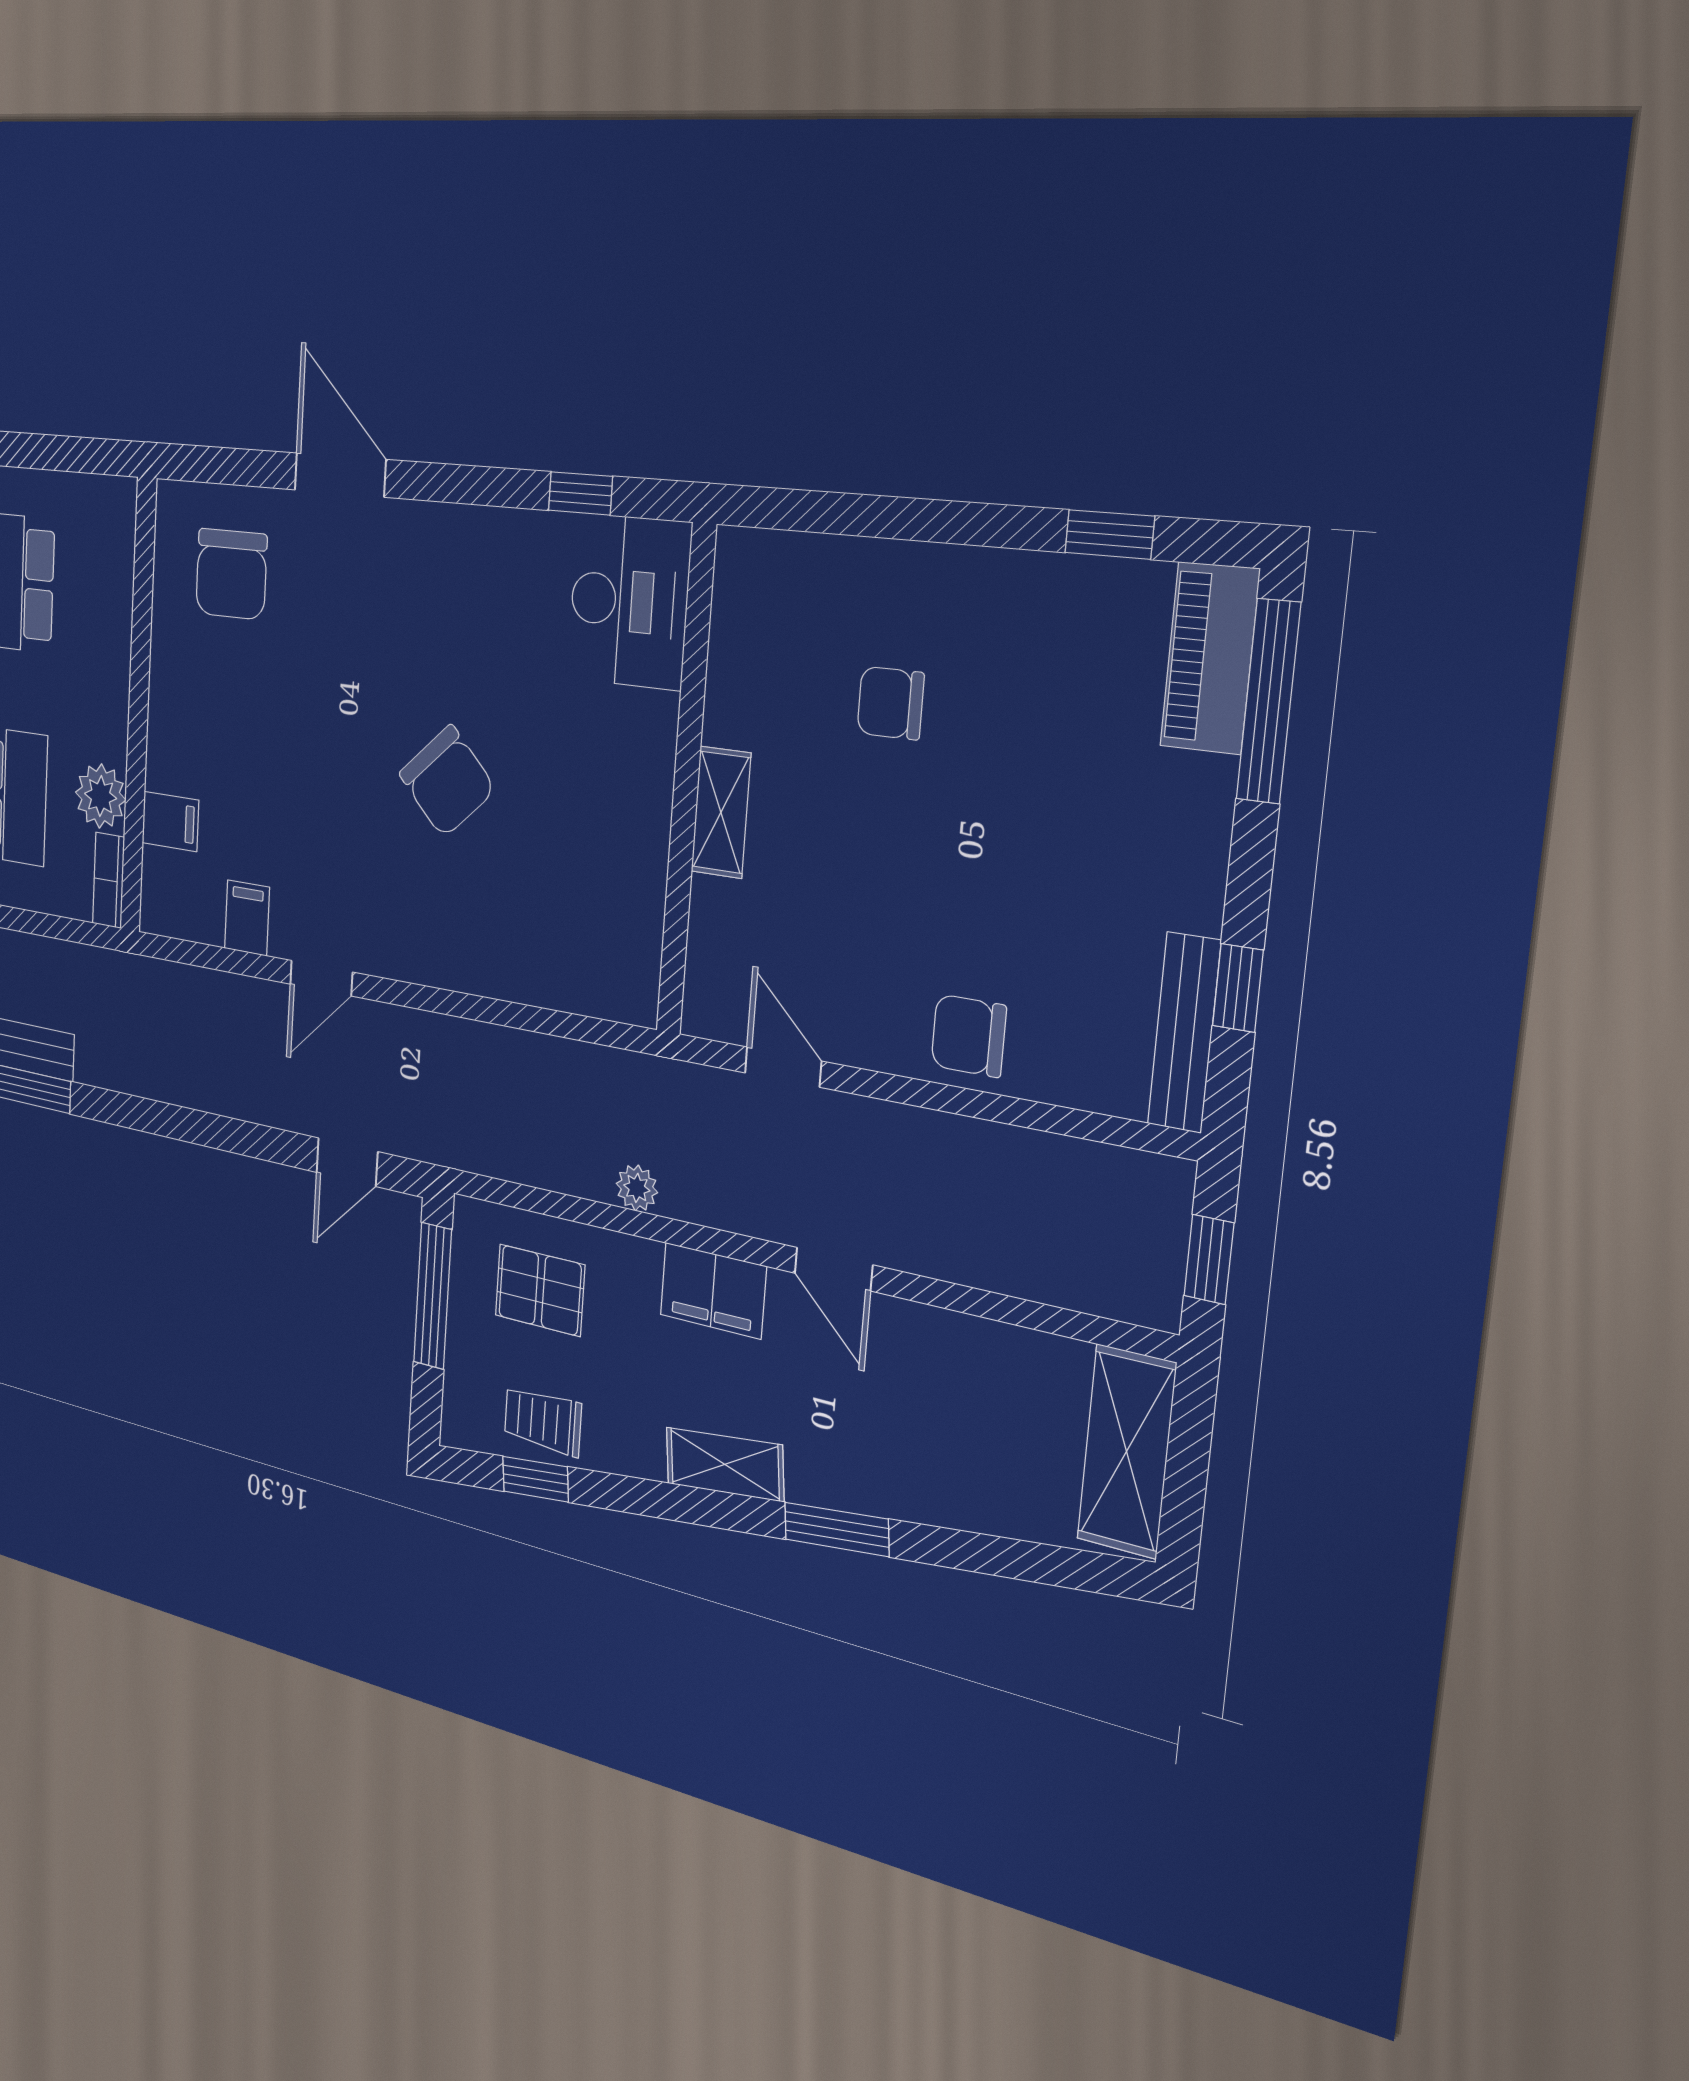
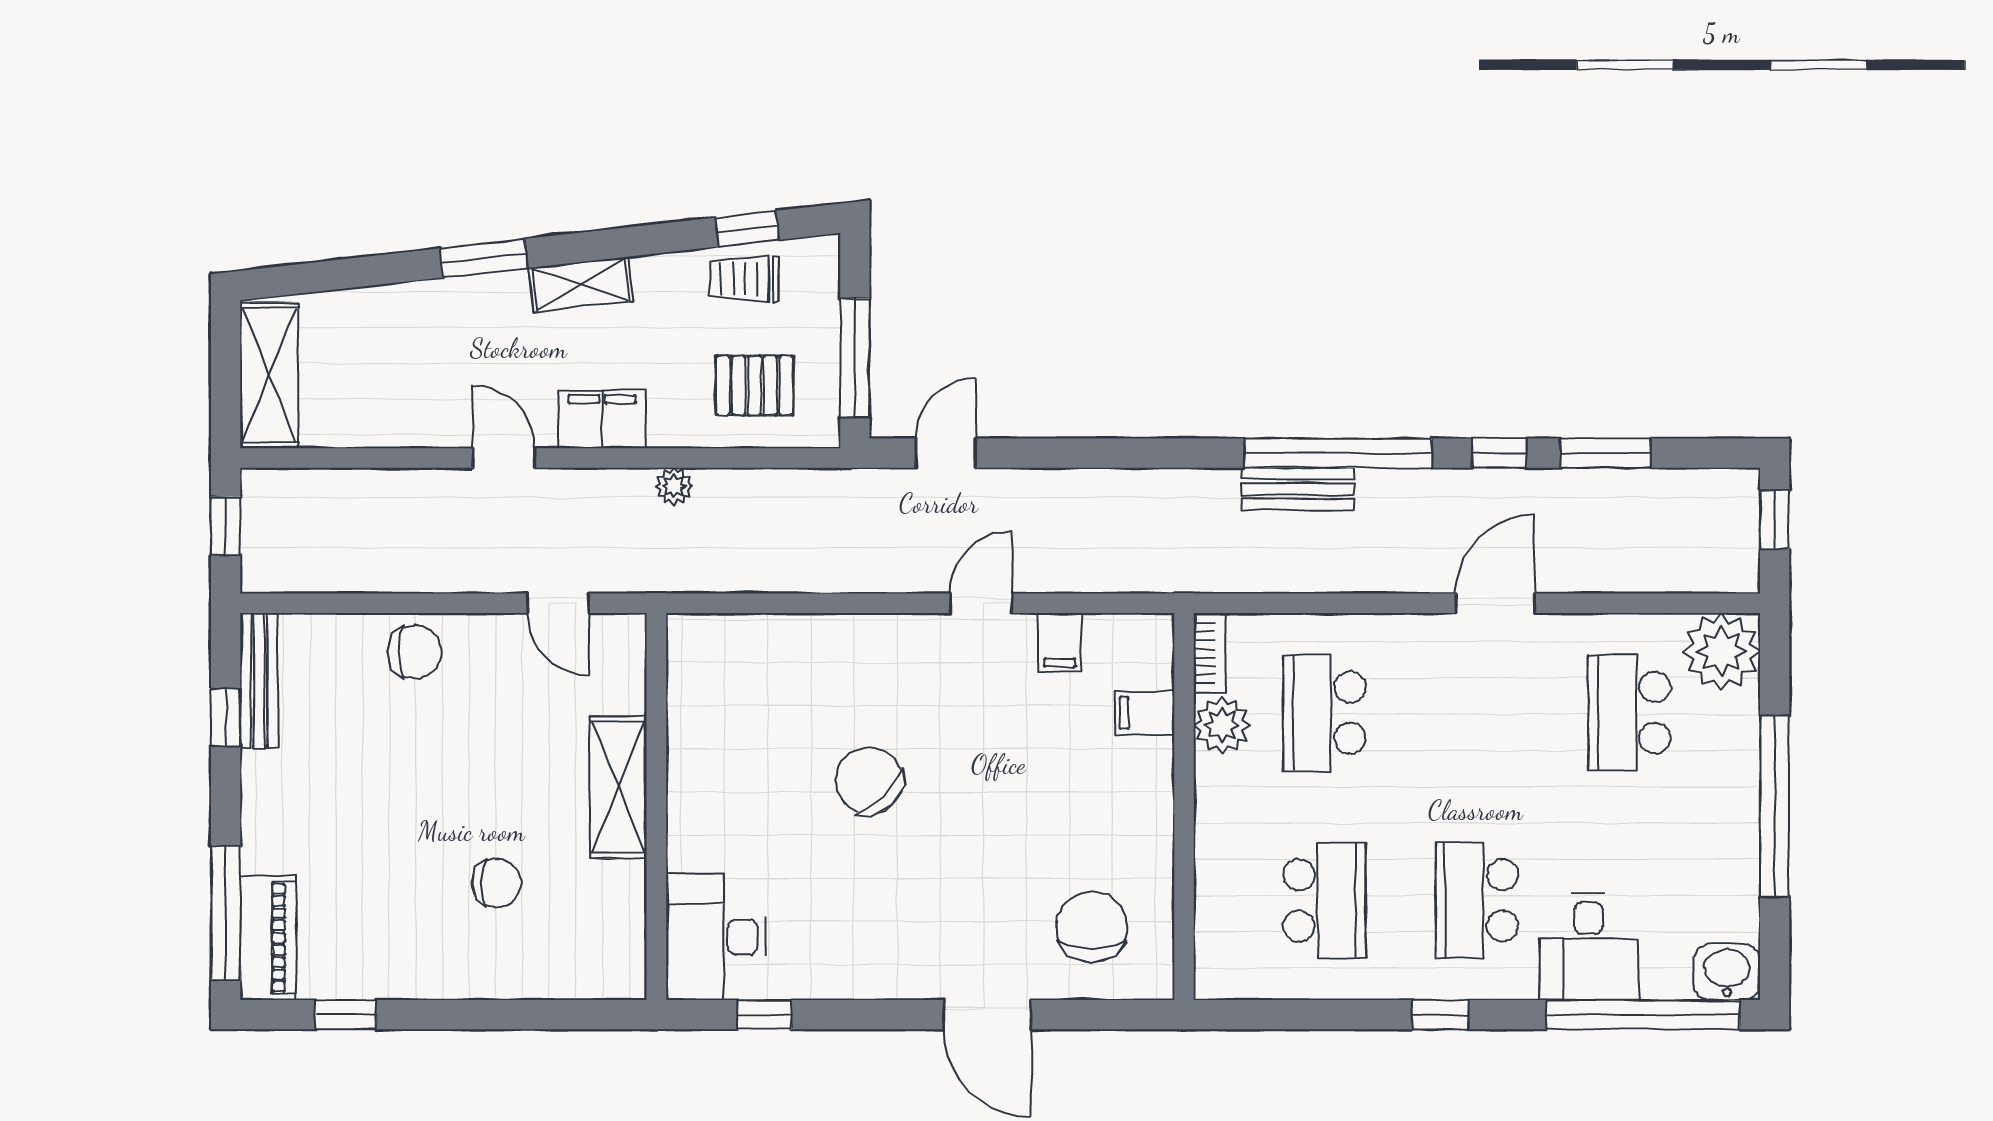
shelving: (721, 812) -> (618, 787), width x1.50, depth x1.33
trolley: (543, 1421) -> (744, 279), turned 180

